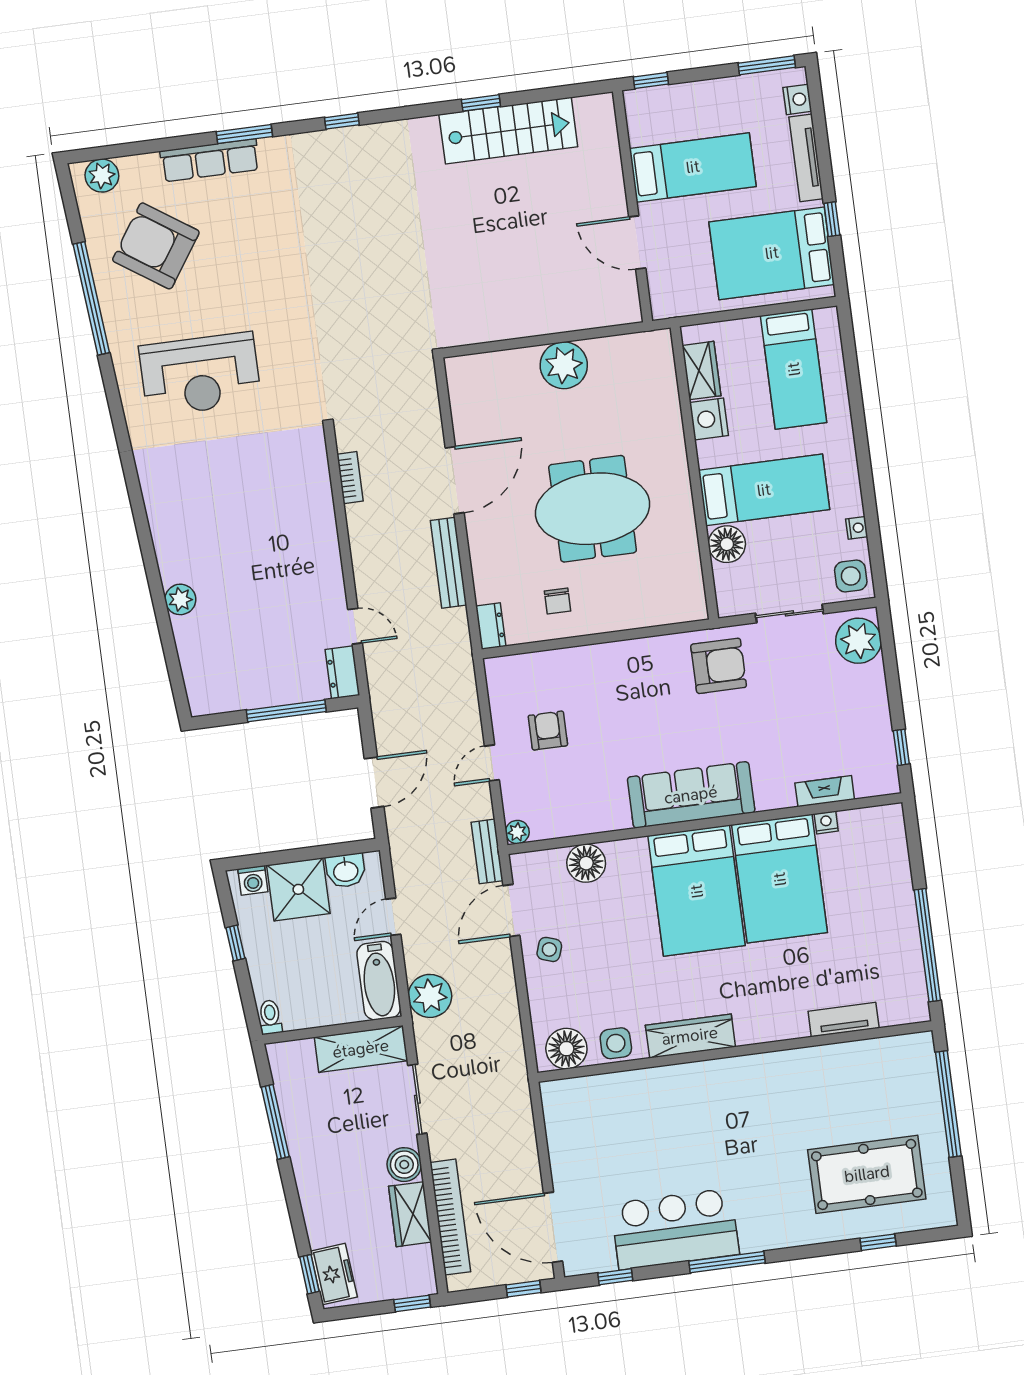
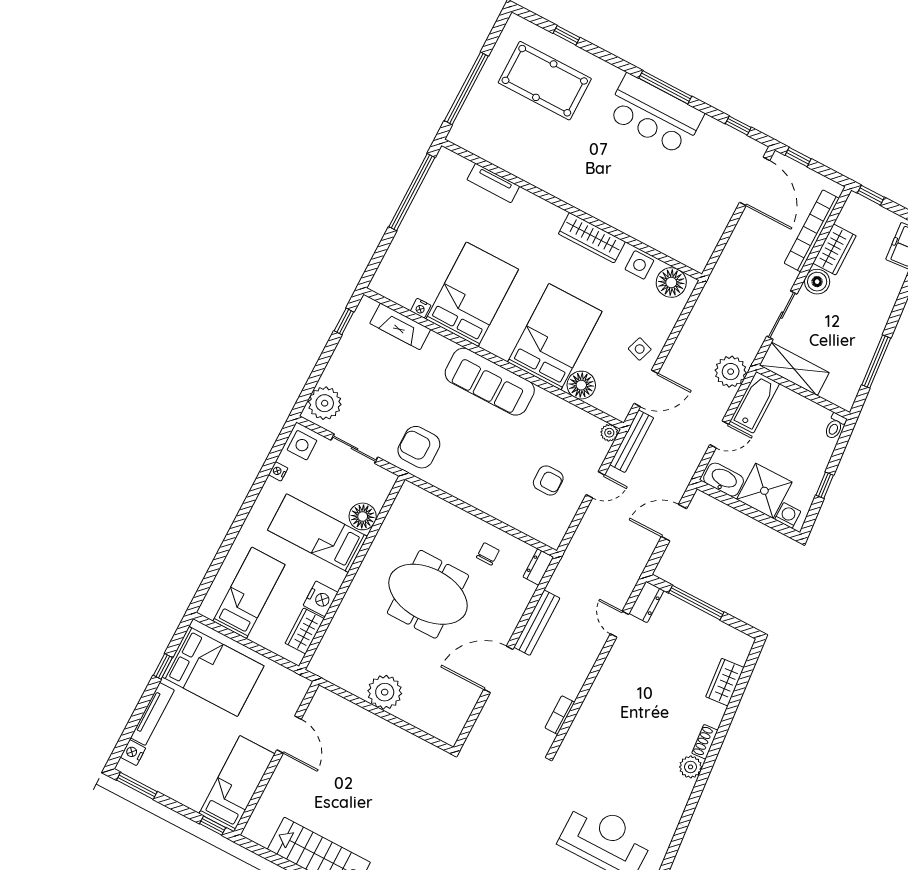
bed: (693, 167) -> (237, 784), moved, turned 90
shoe rack: (167, 562) -> (705, 742), added
plant: (180, 599) -> (691, 767), moved
wardrobe: (192, 644) -> (725, 682), added
armchair: (548, 731) -> (548, 480), turned -90
fireplace: (825, 791) -> (400, 326), width x1.37, depth x1.32
bench: (487, 851) -> (632, 441), width x1.36
washbasin: (346, 871) -> (724, 480), width x1.38
bed: (697, 891) -> (555, 337), moved
bar counter: (675, 1229) -> (655, 114), moved

